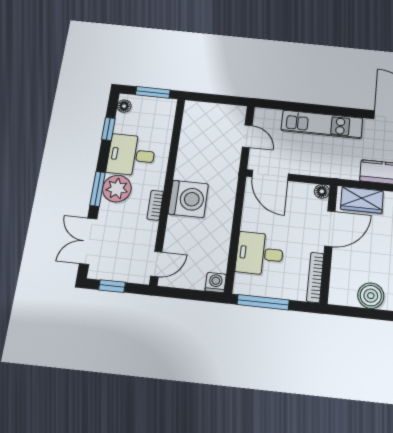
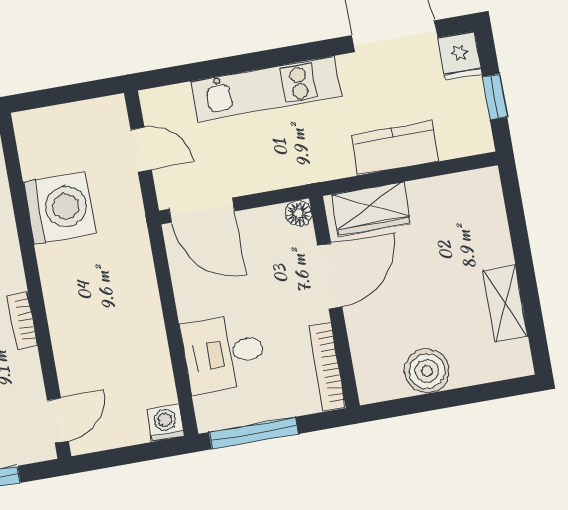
washing machine: (188, 199) -> (60, 208), moved

